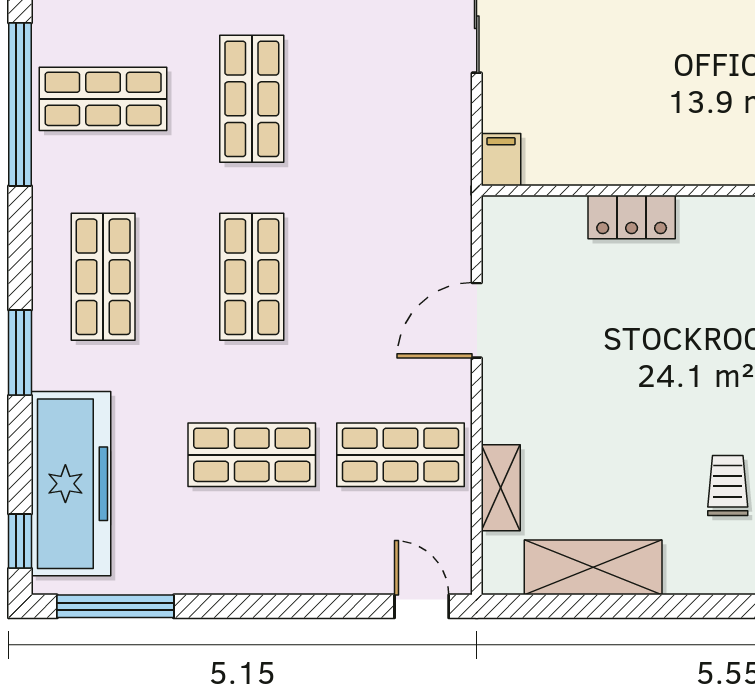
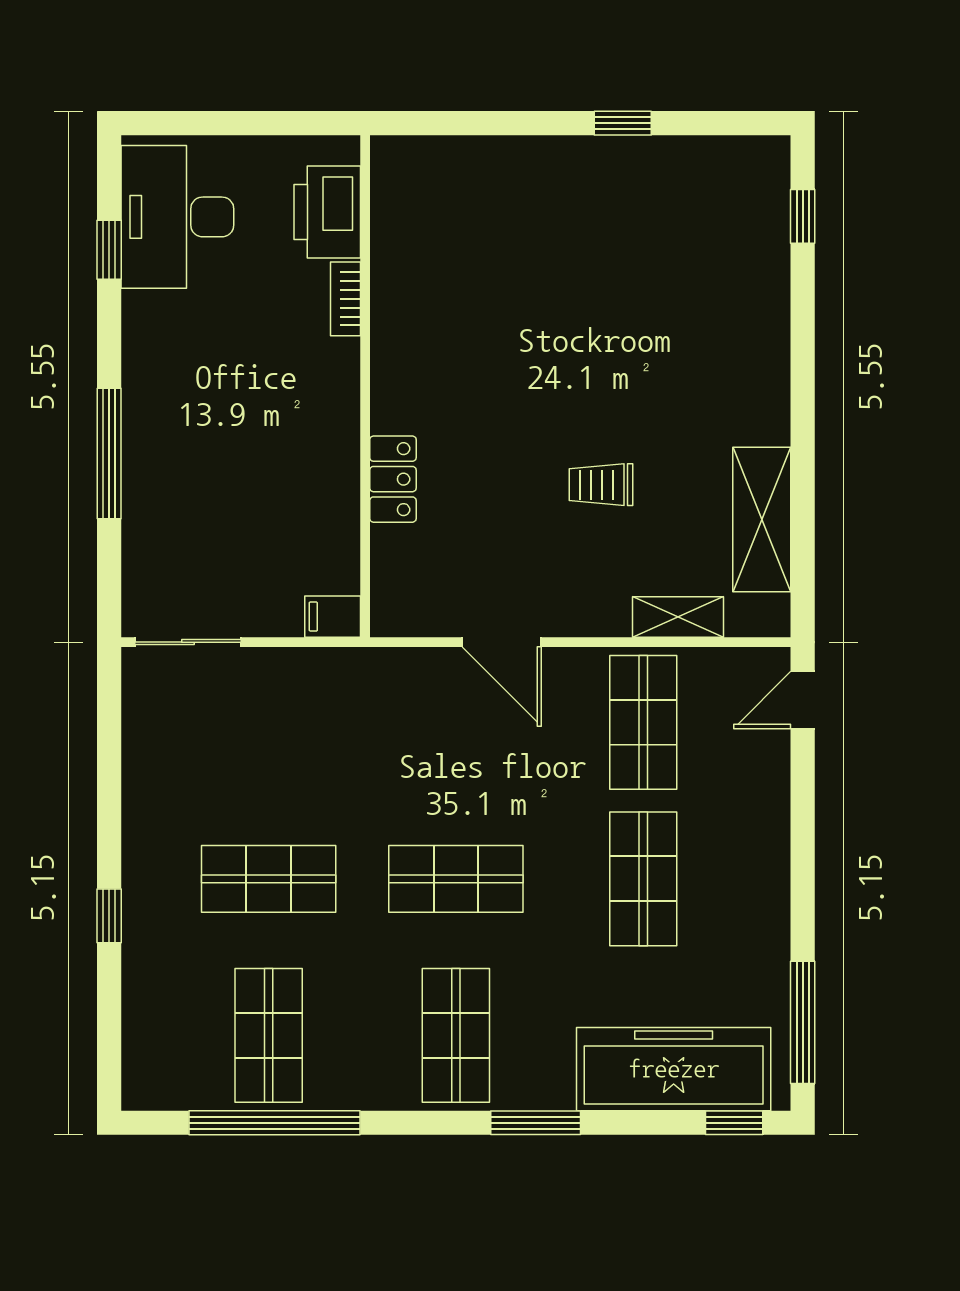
shop shelf: (103, 277) -> (456, 1035), turned 90
trolley: (728, 485) -> (601, 485), moved

